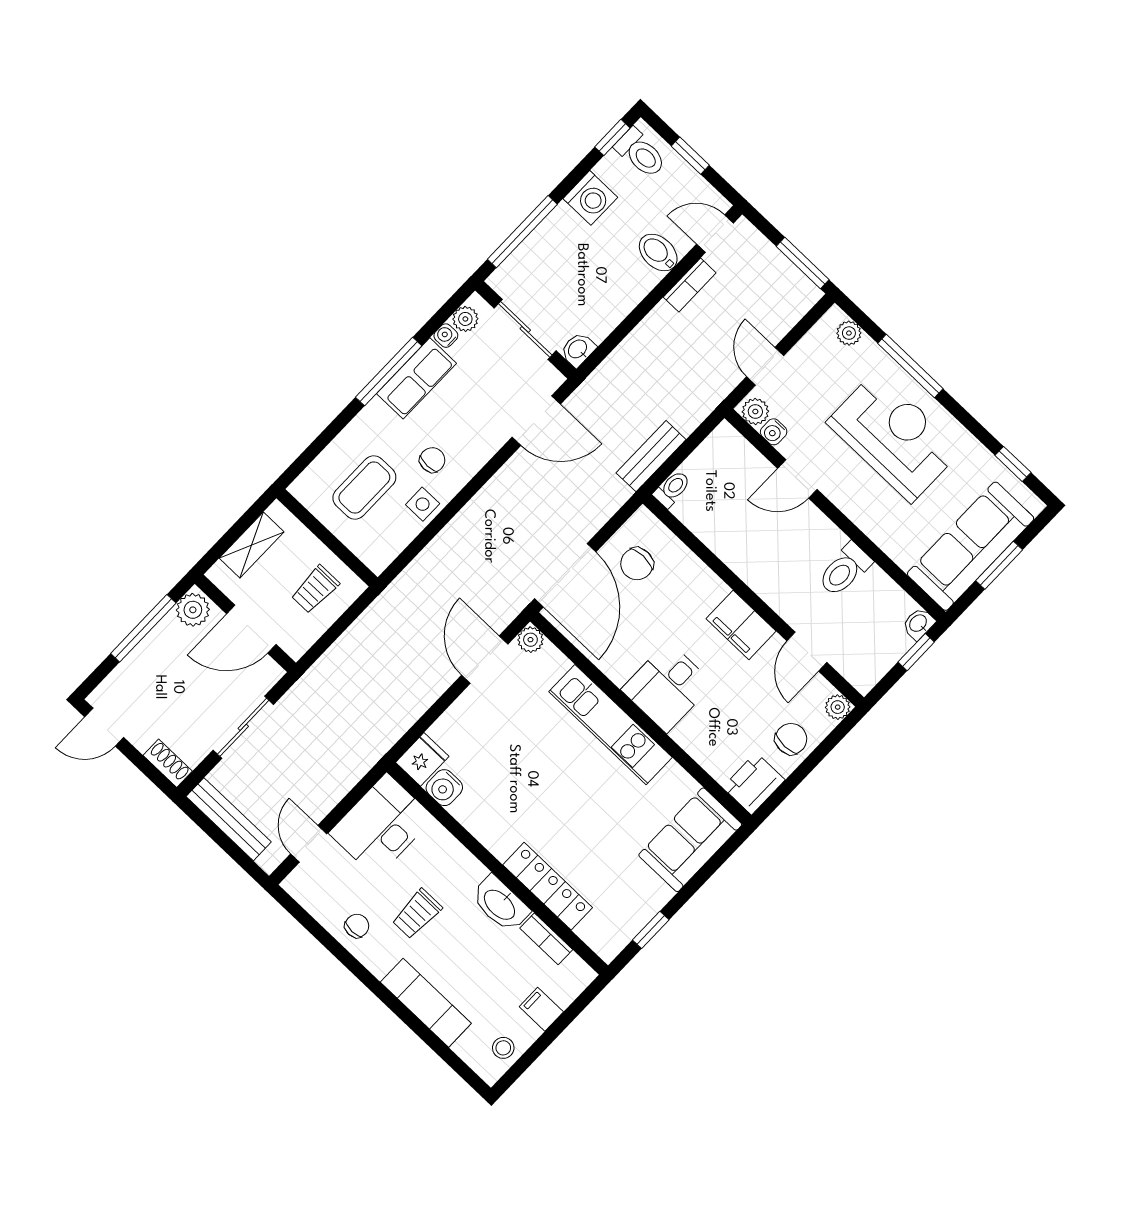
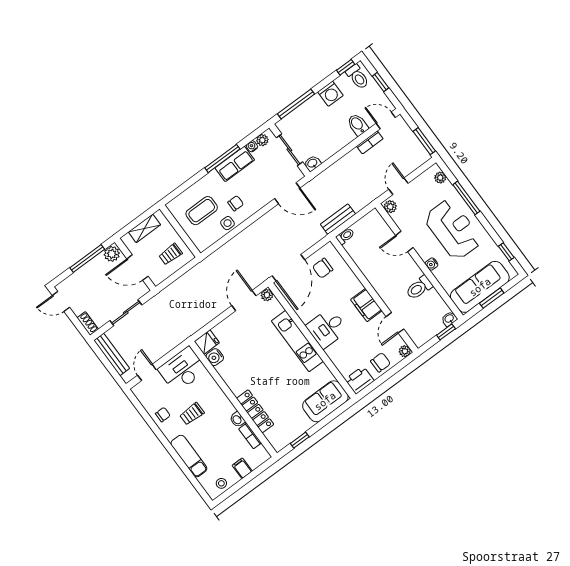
water cooler: (774, 432) -> (432, 264), moved
washbasin: (500, 904) -> (237, 420), width x0.52, depth x0.69

